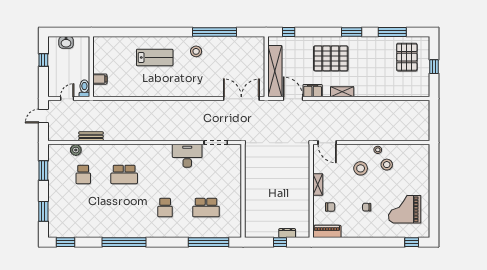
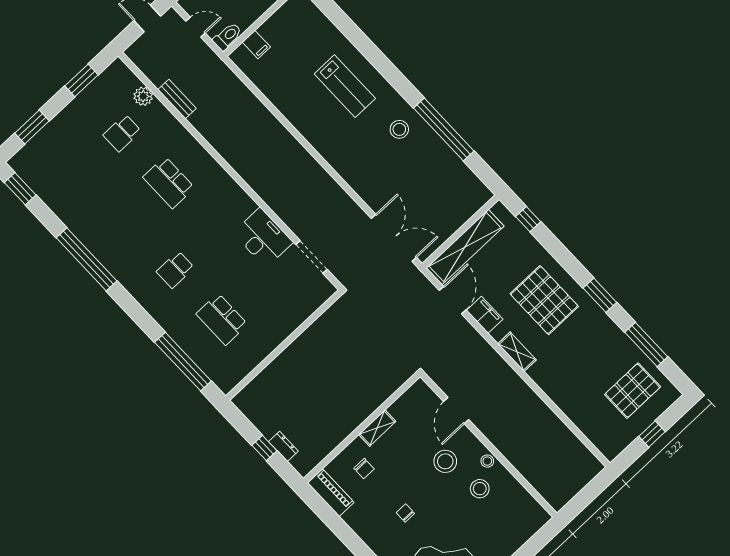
door: (327, 143) -> (456, 411), moved

